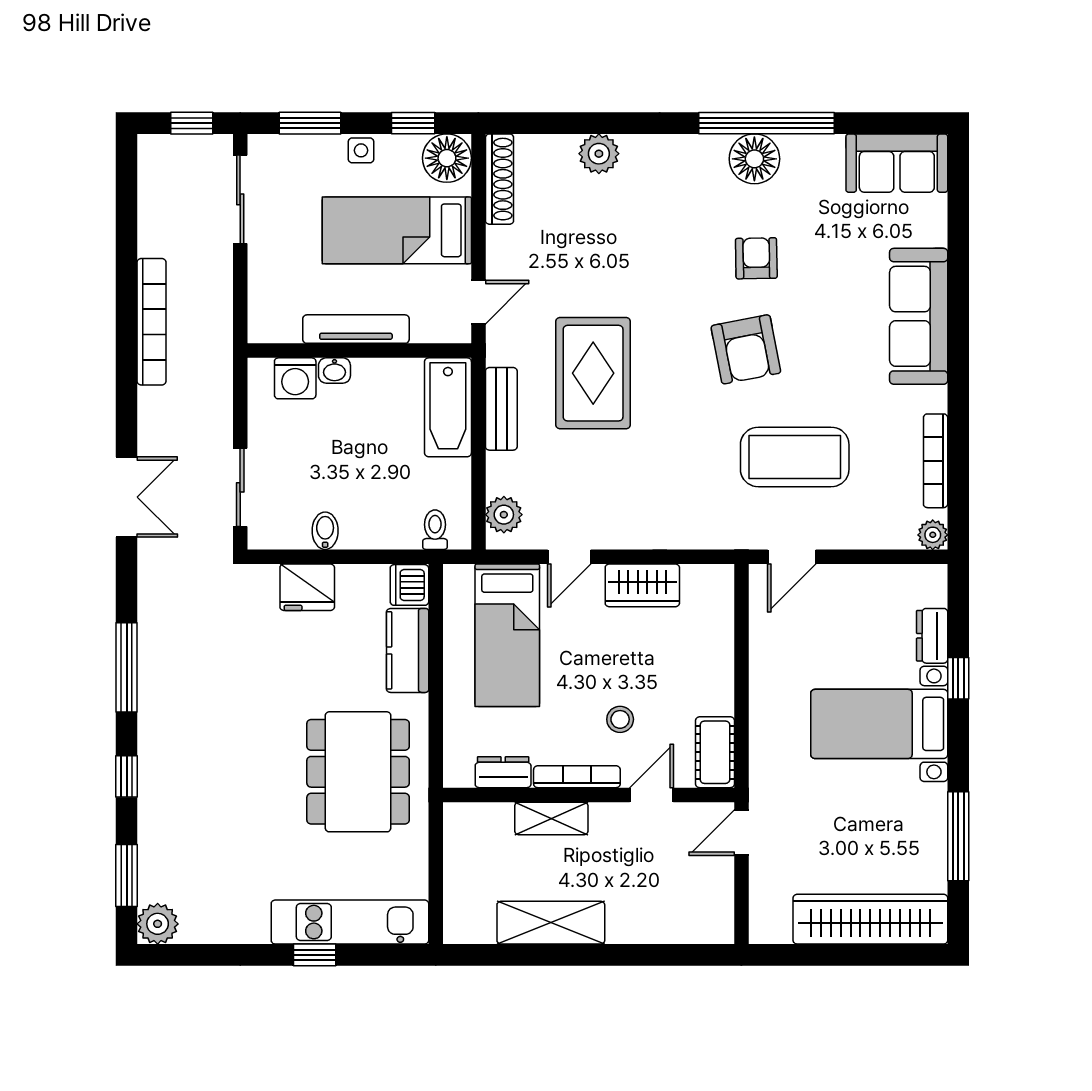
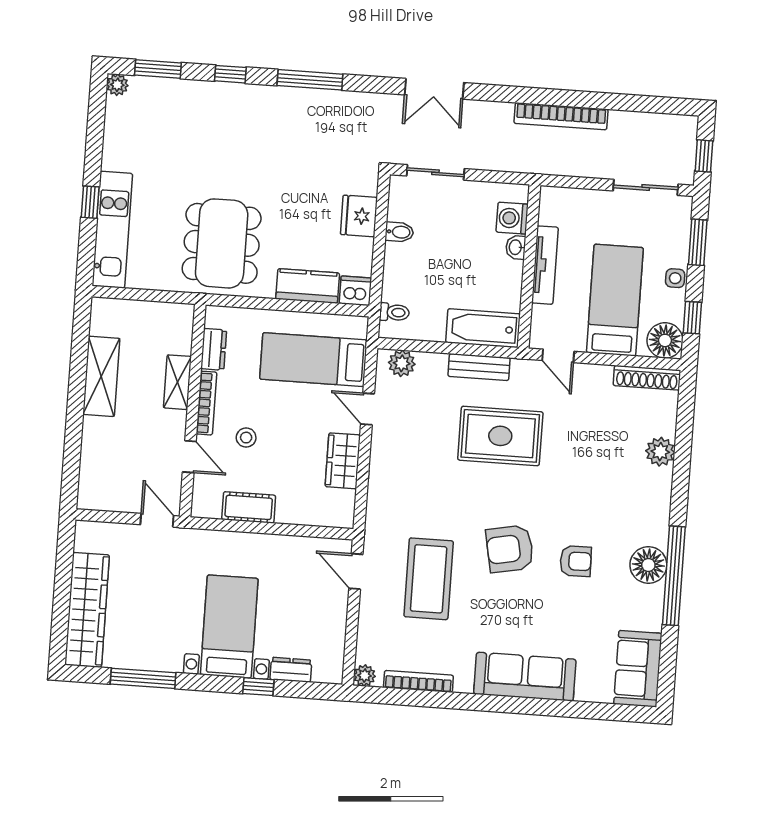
cot: (715, 752) -> (249, 507), moved
dining table: (358, 772) -> (222, 243), turned 90
plant: (158, 924) -> (117, 85), width x0.73, depth x0.73

